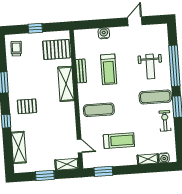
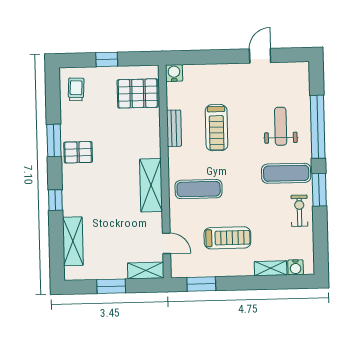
water cooler: (104, 33) -> (174, 73), moved
weight bench: (150, 67) -> (281, 126), turned 180
shelving: (66, 84) -> (151, 185), moved
pallet: (27, 106) -> (78, 152), moved

